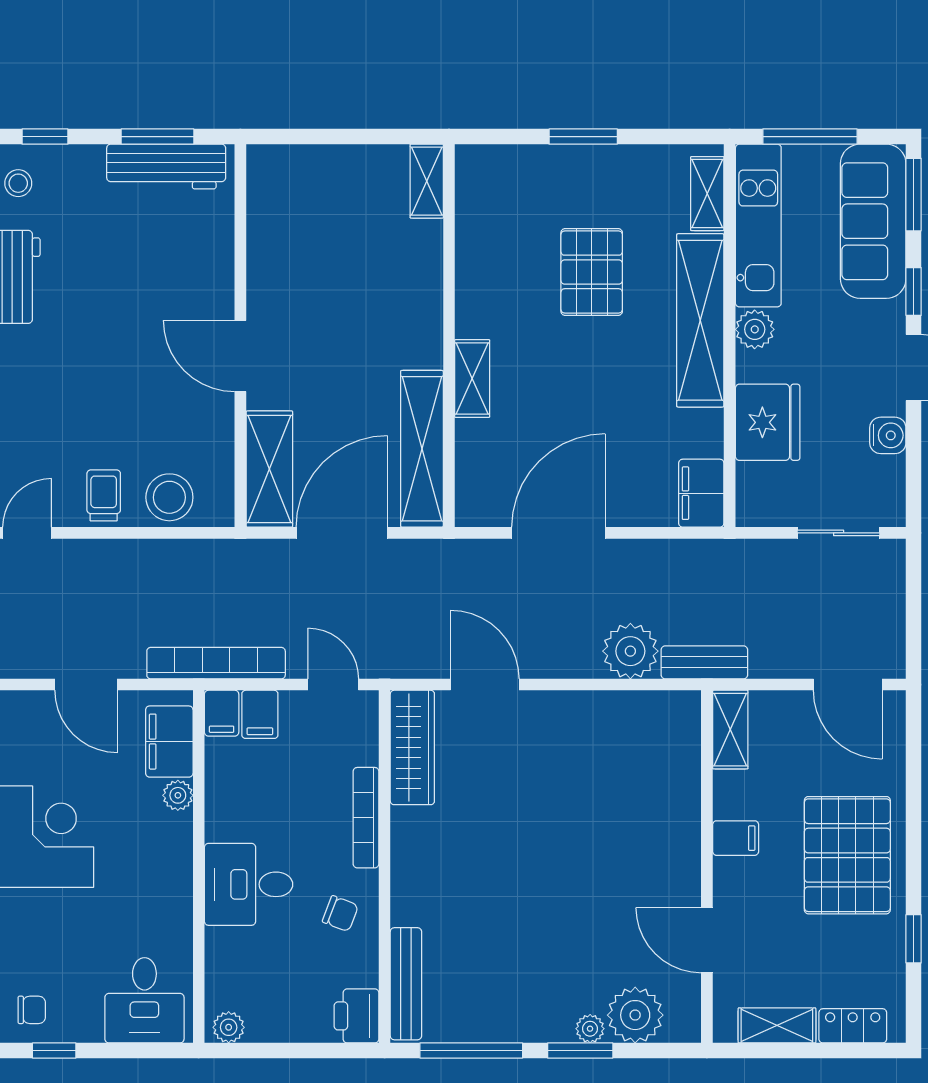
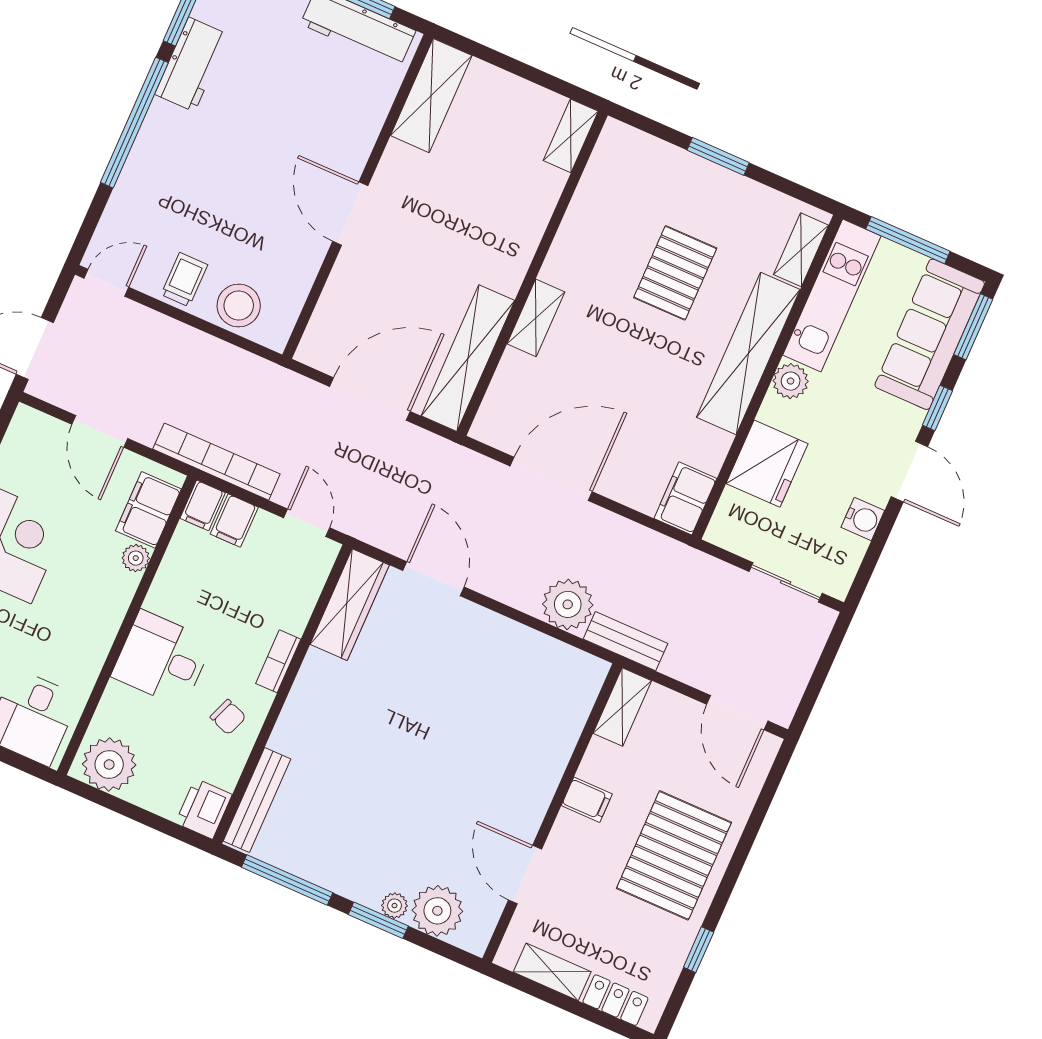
shelving: (269, 469) -> (431, 96), moved
bookcase: (366, 818) -> (278, 661), width x0.64
plant: (229, 1027) -> (109, 765), width x1.87, depth x1.87

